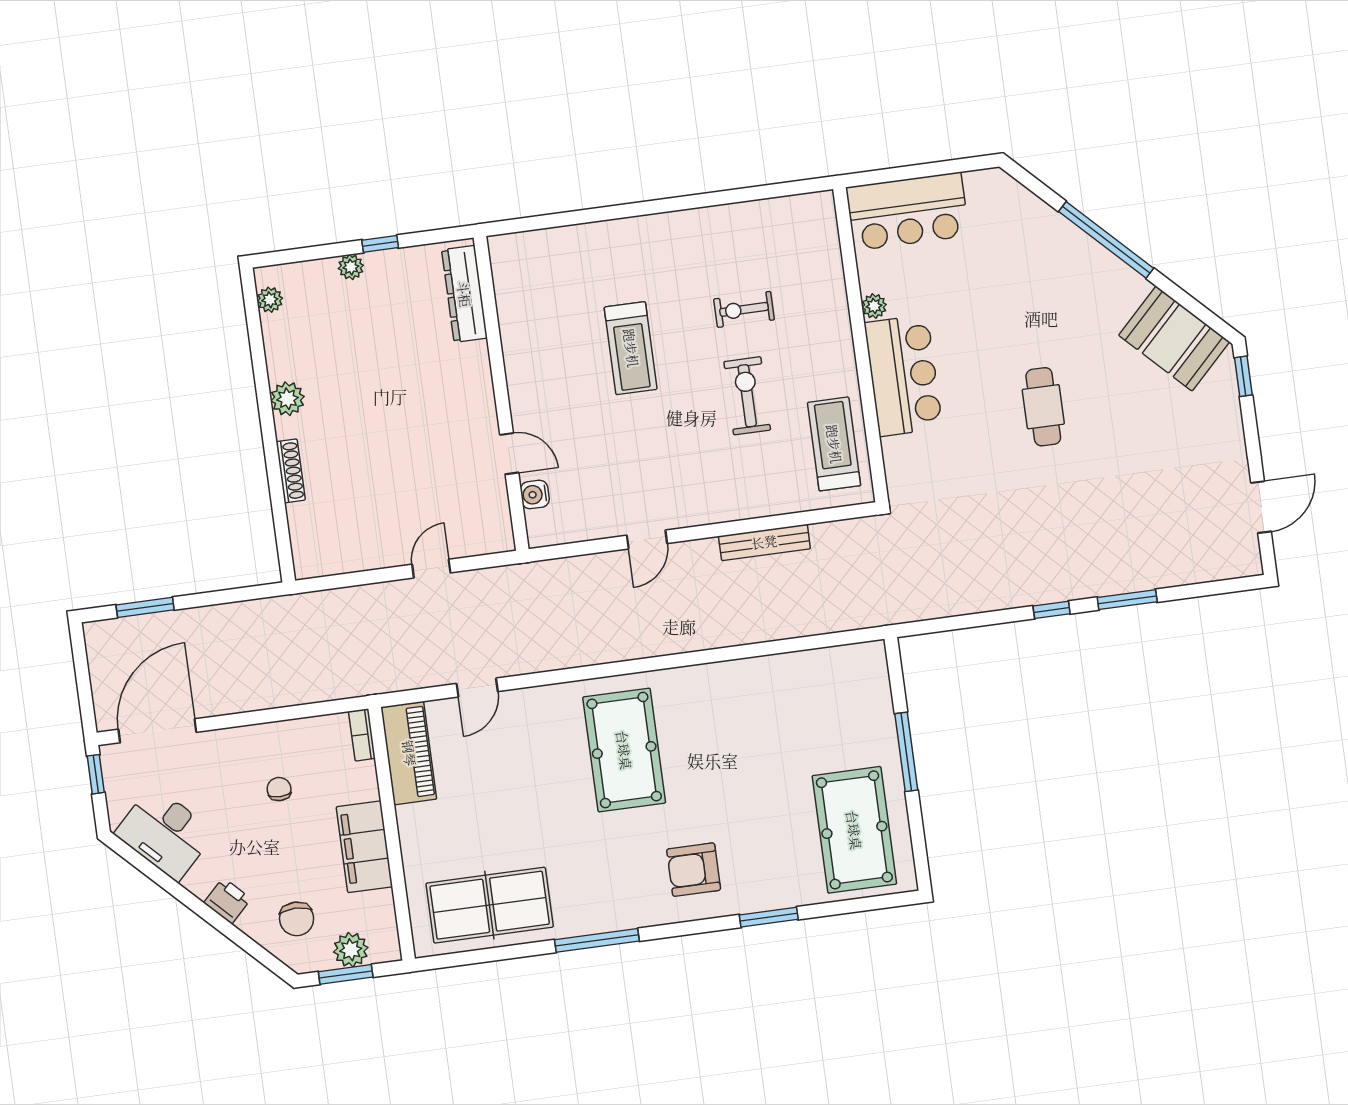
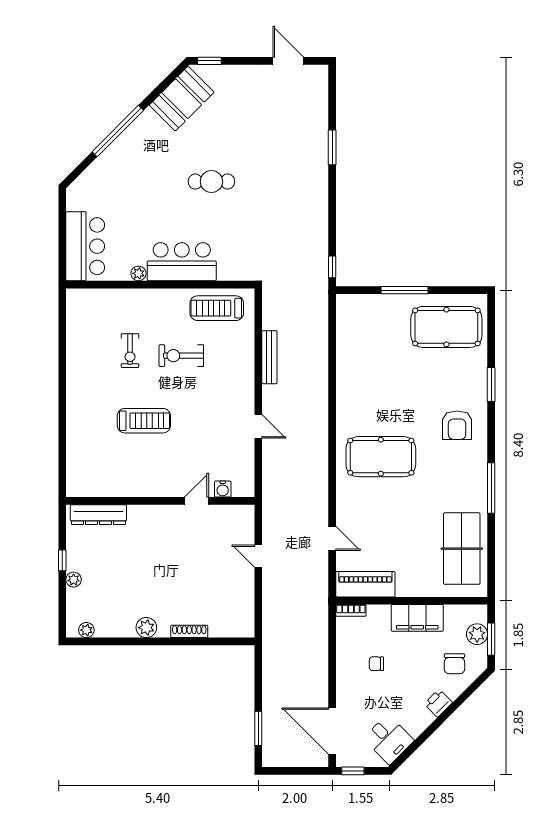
window: (1052, 610) -> (332, 267), moved
desk: (165, 833) -> (389, 739), width x0.73
chair: (297, 919) -> (454, 664), turned 90

